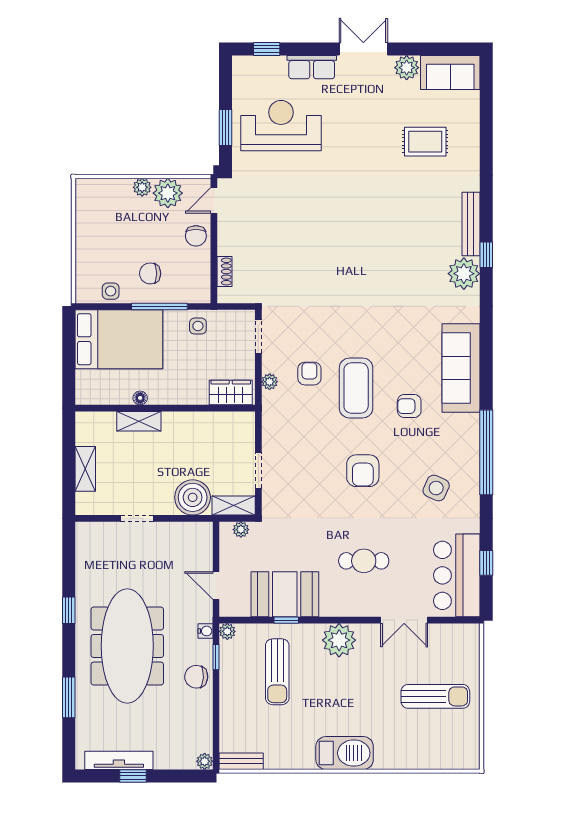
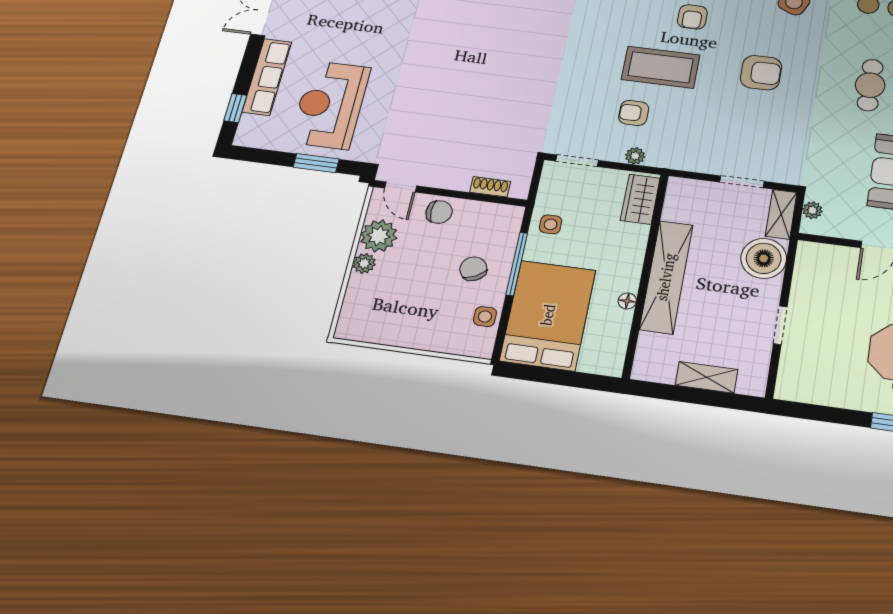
row of seats: (312, 67) -> (267, 77), width x1.48
chair: (150, 273) -> (473, 269), turned 151
shelving: (139, 421) -> (666, 277), width x2.20, depth x1.33

